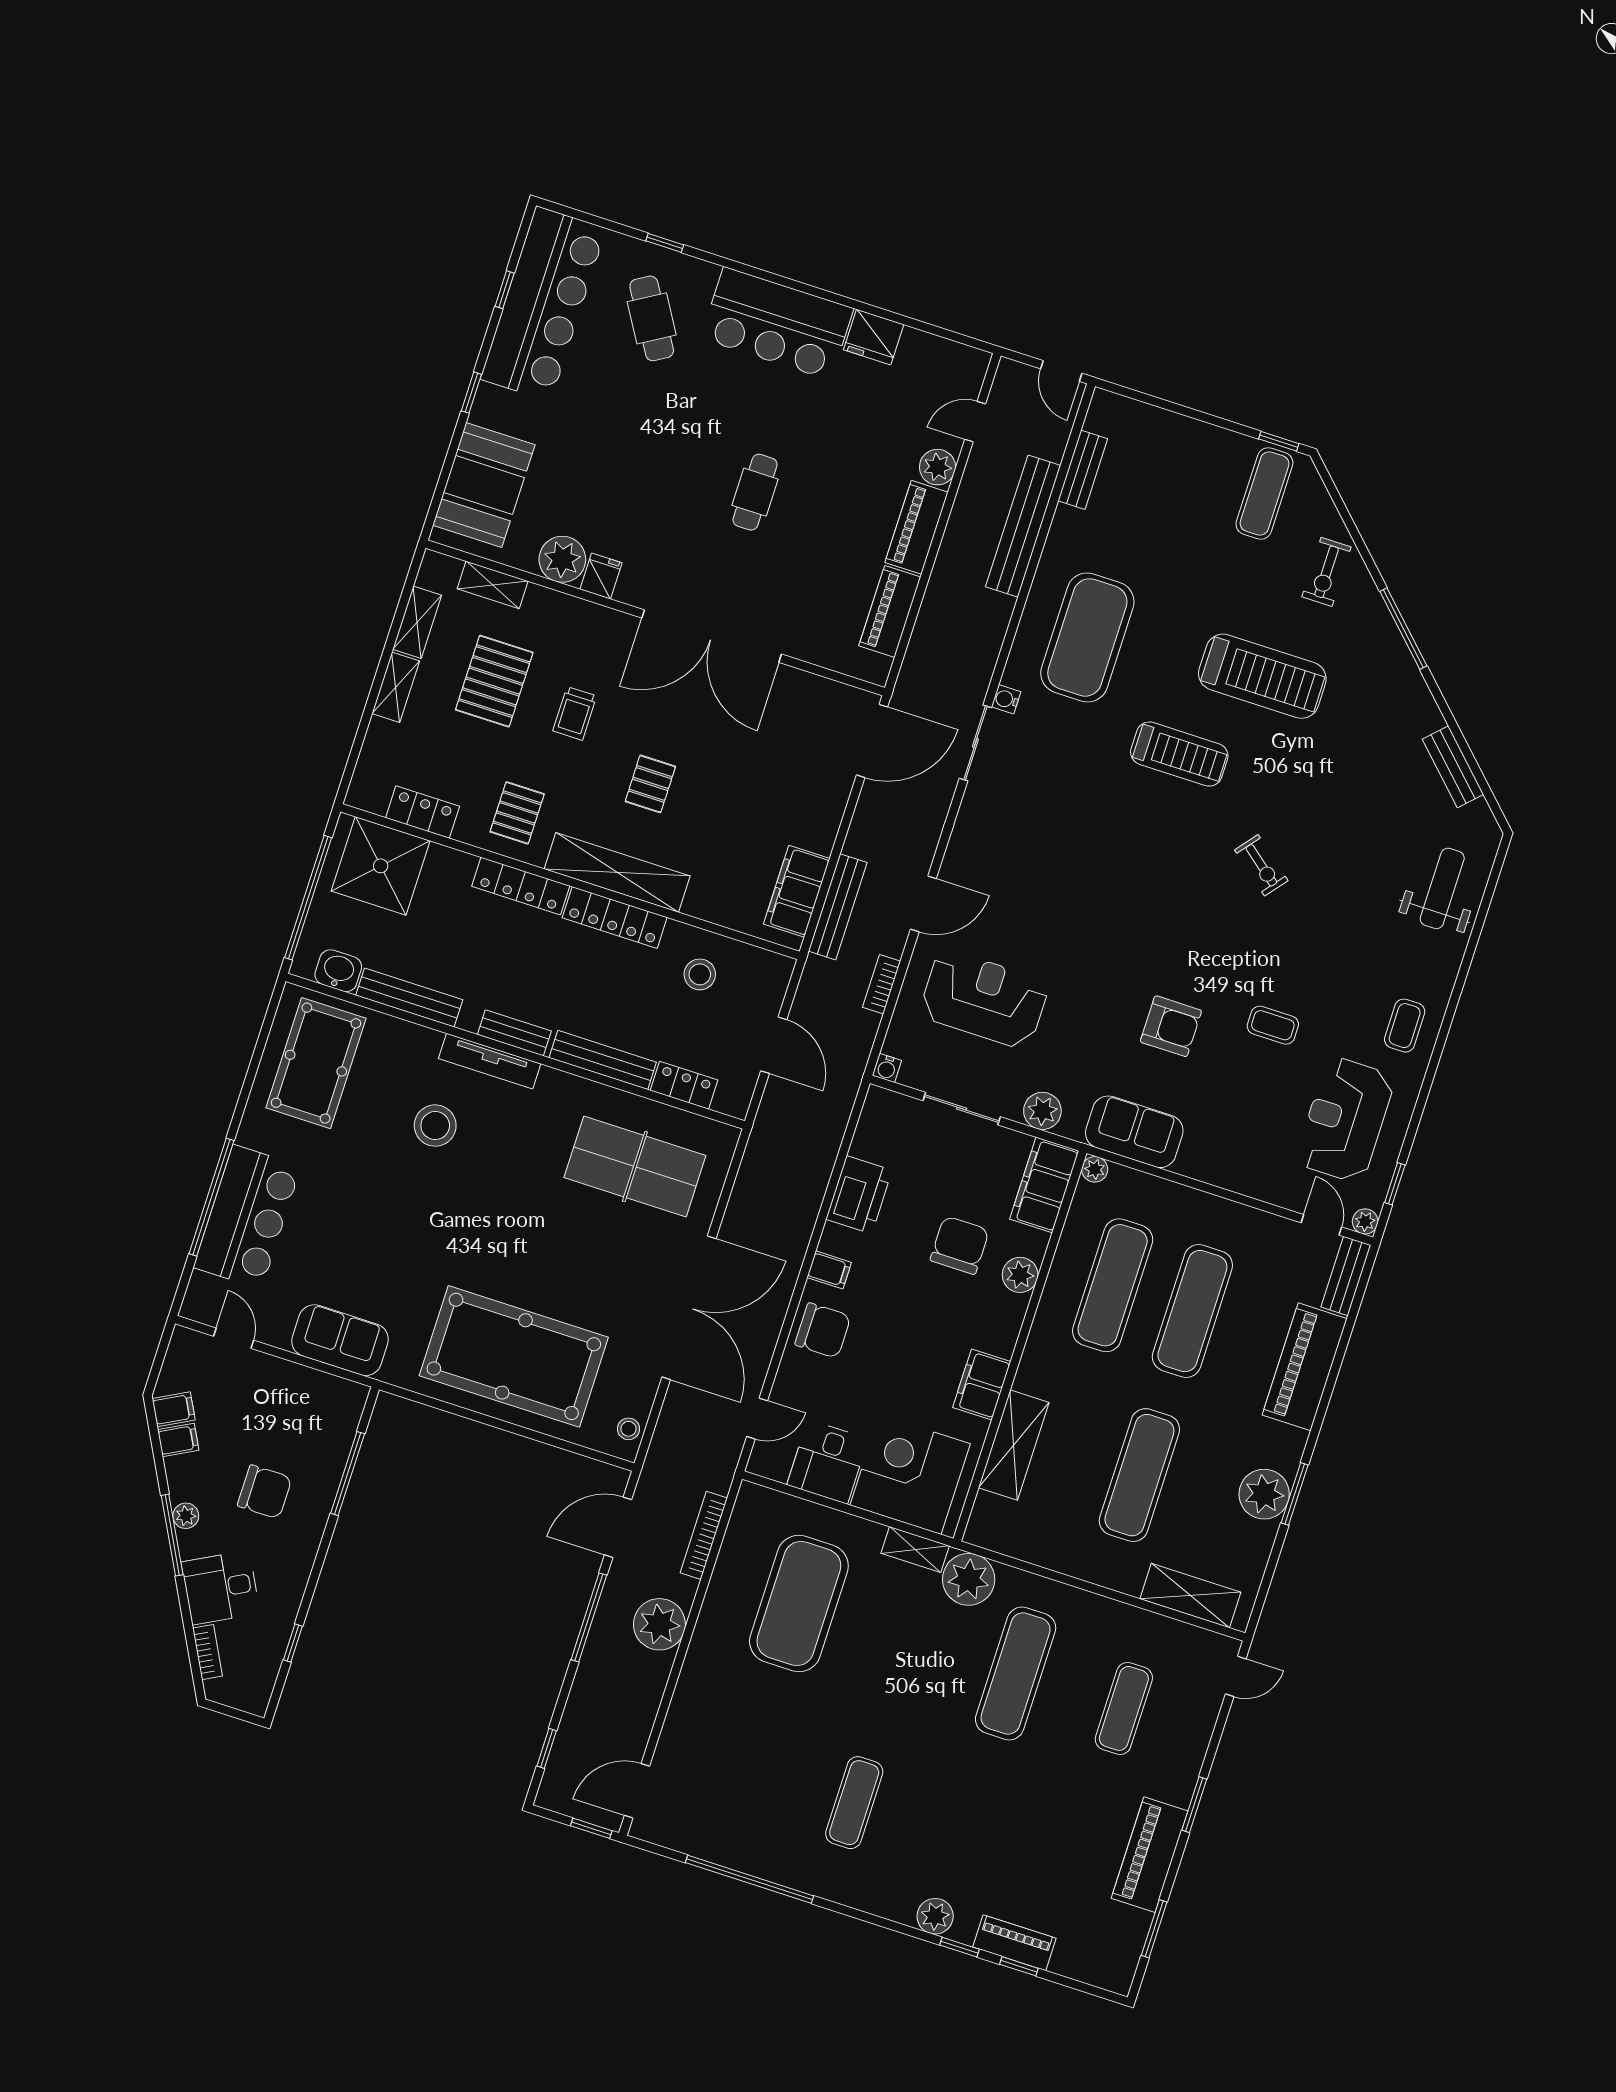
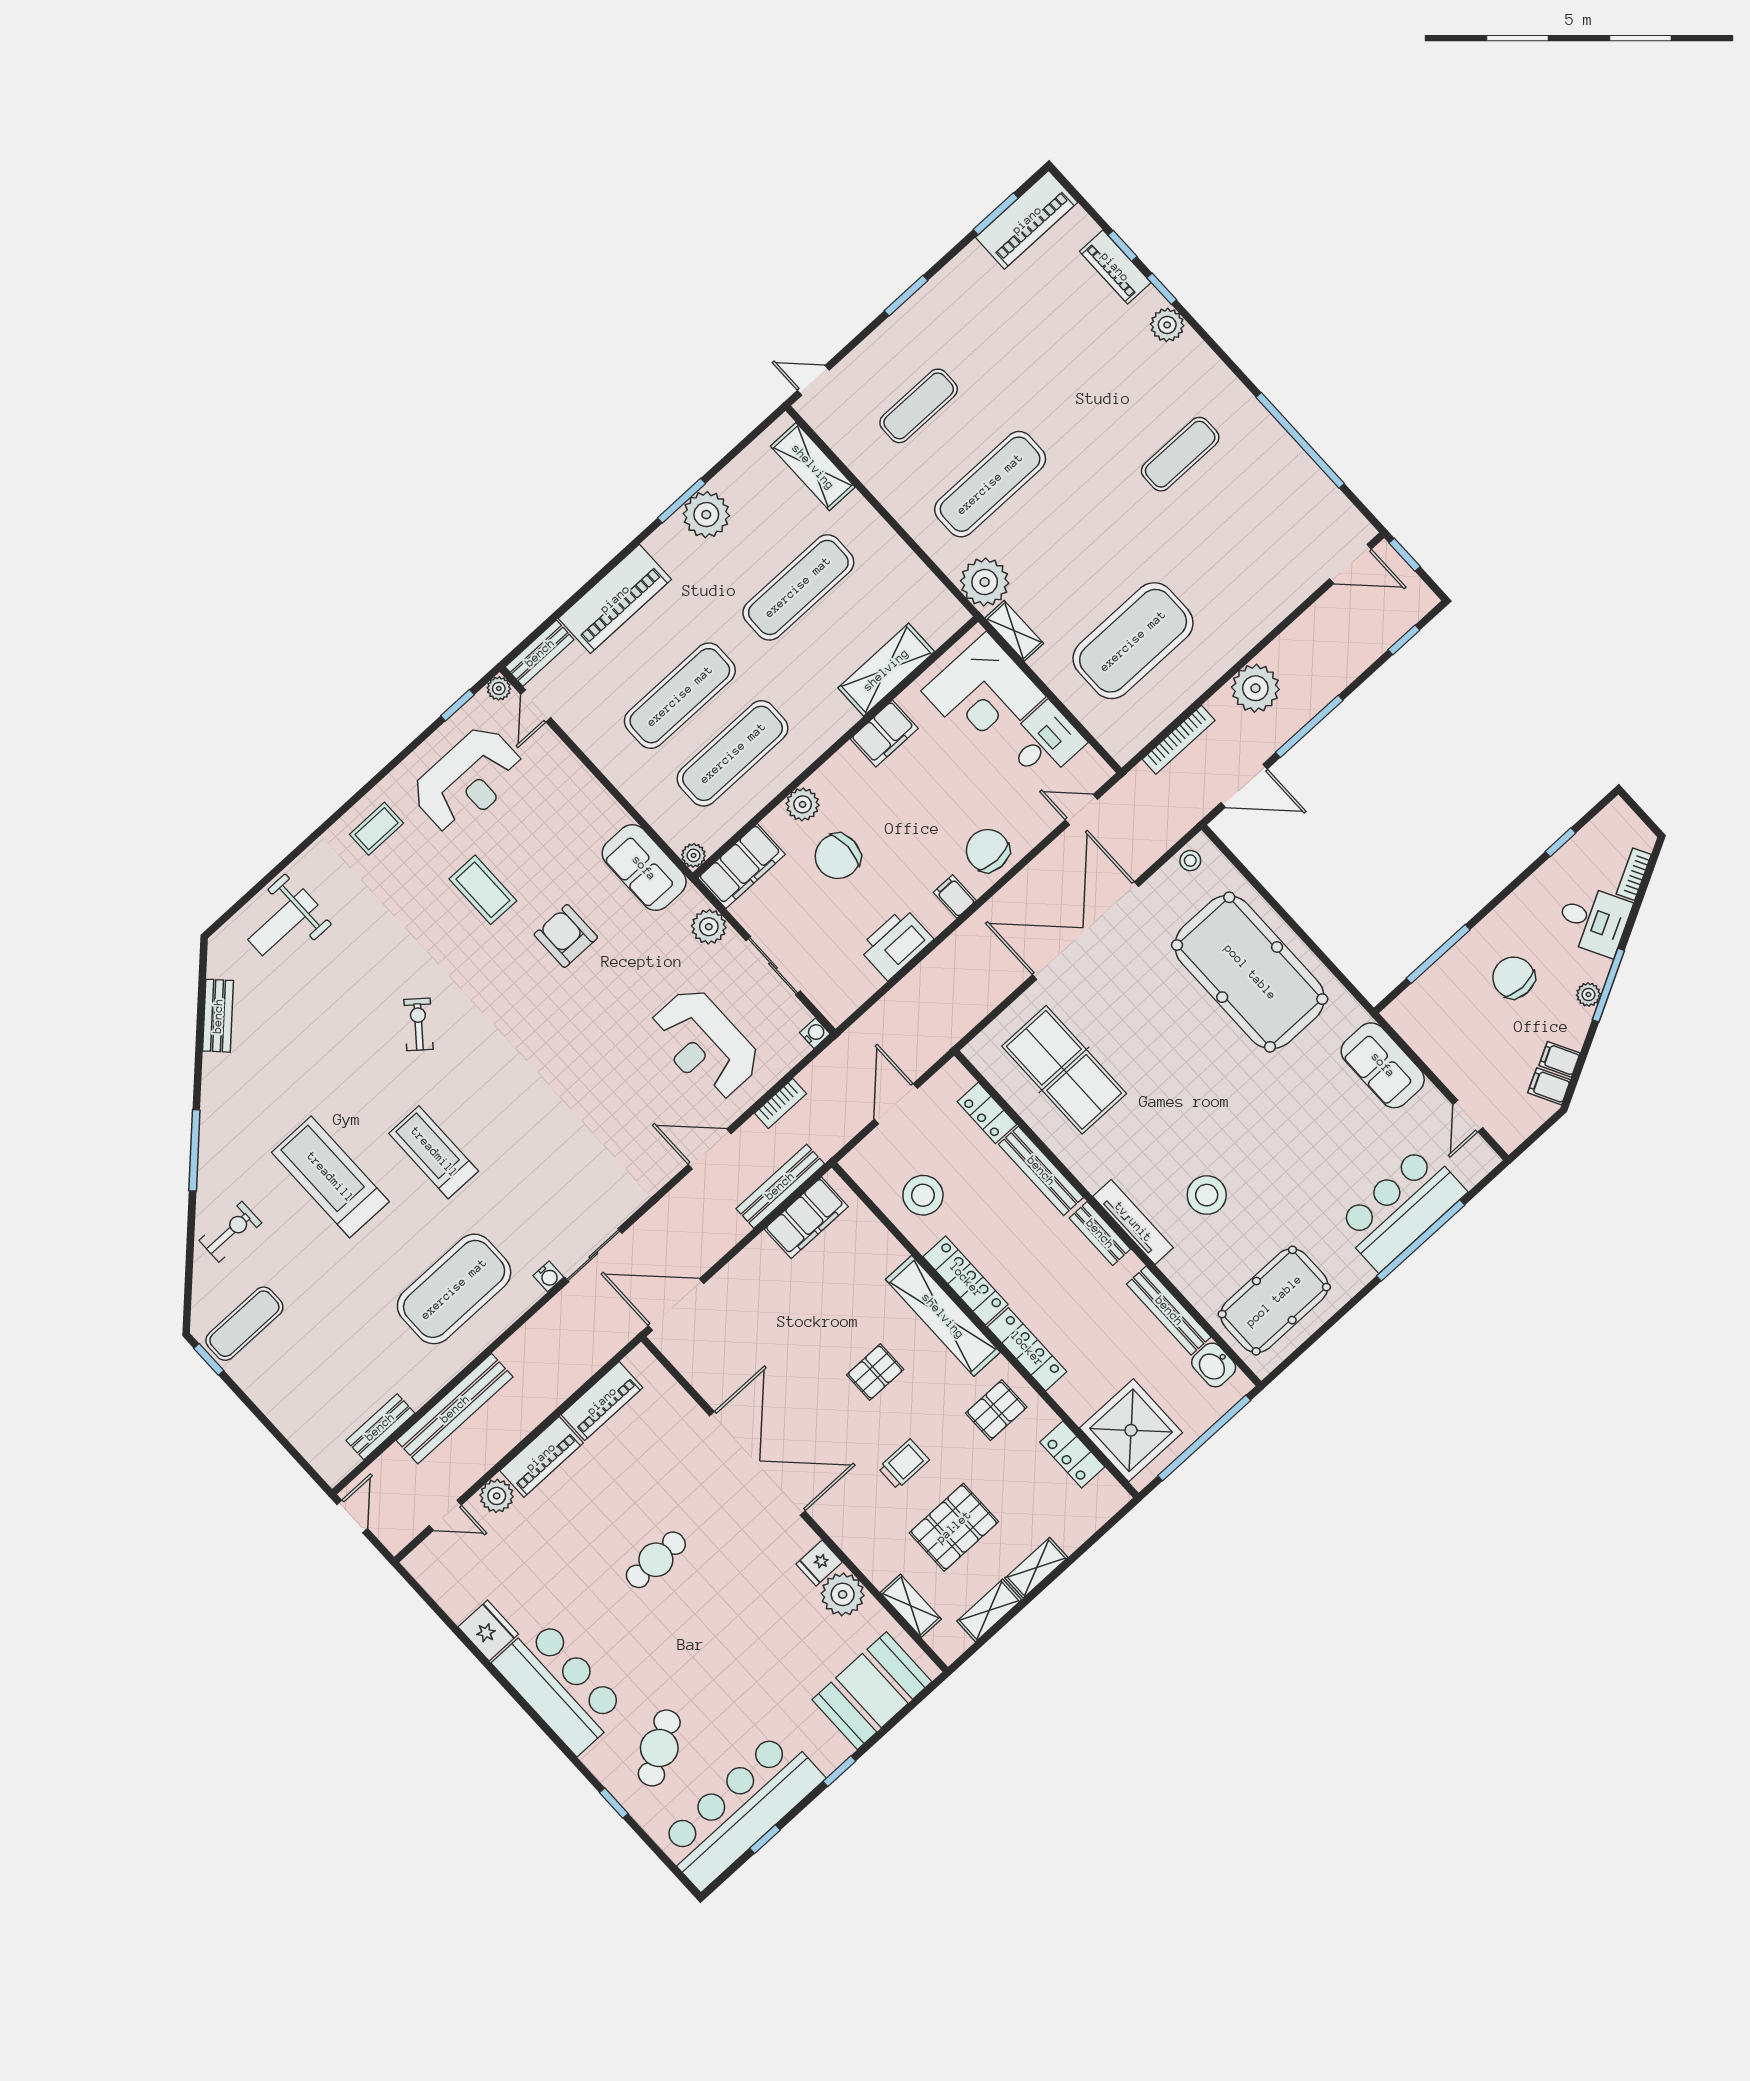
stool: (700, 974) -> (923, 1195), width x1.38, depth x1.38
coffee table: (1273, 1025) -> (483, 890), width x1.36, depth x1.30
piano: (1150, 1855) -> (1027, 220), moved

